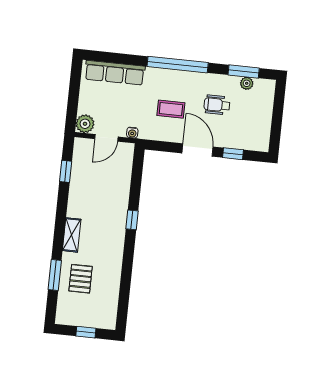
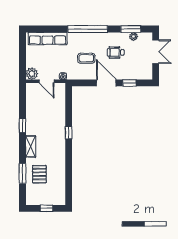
double door: (278, 110) -> (156, 52), added
door: (106, 138) -> (47, 81), hinge flipped
window: (66, 171) -> (22, 126), moved

